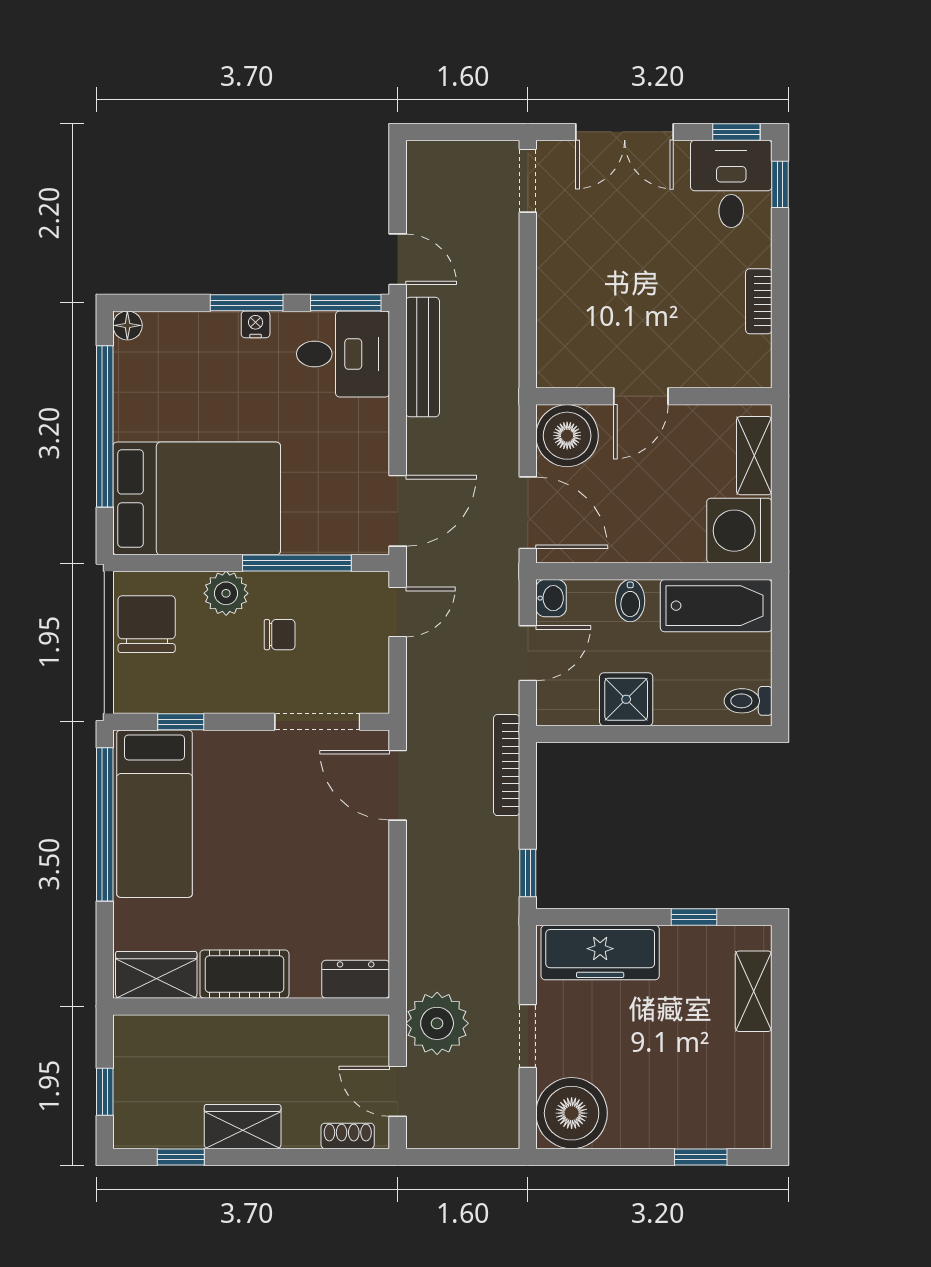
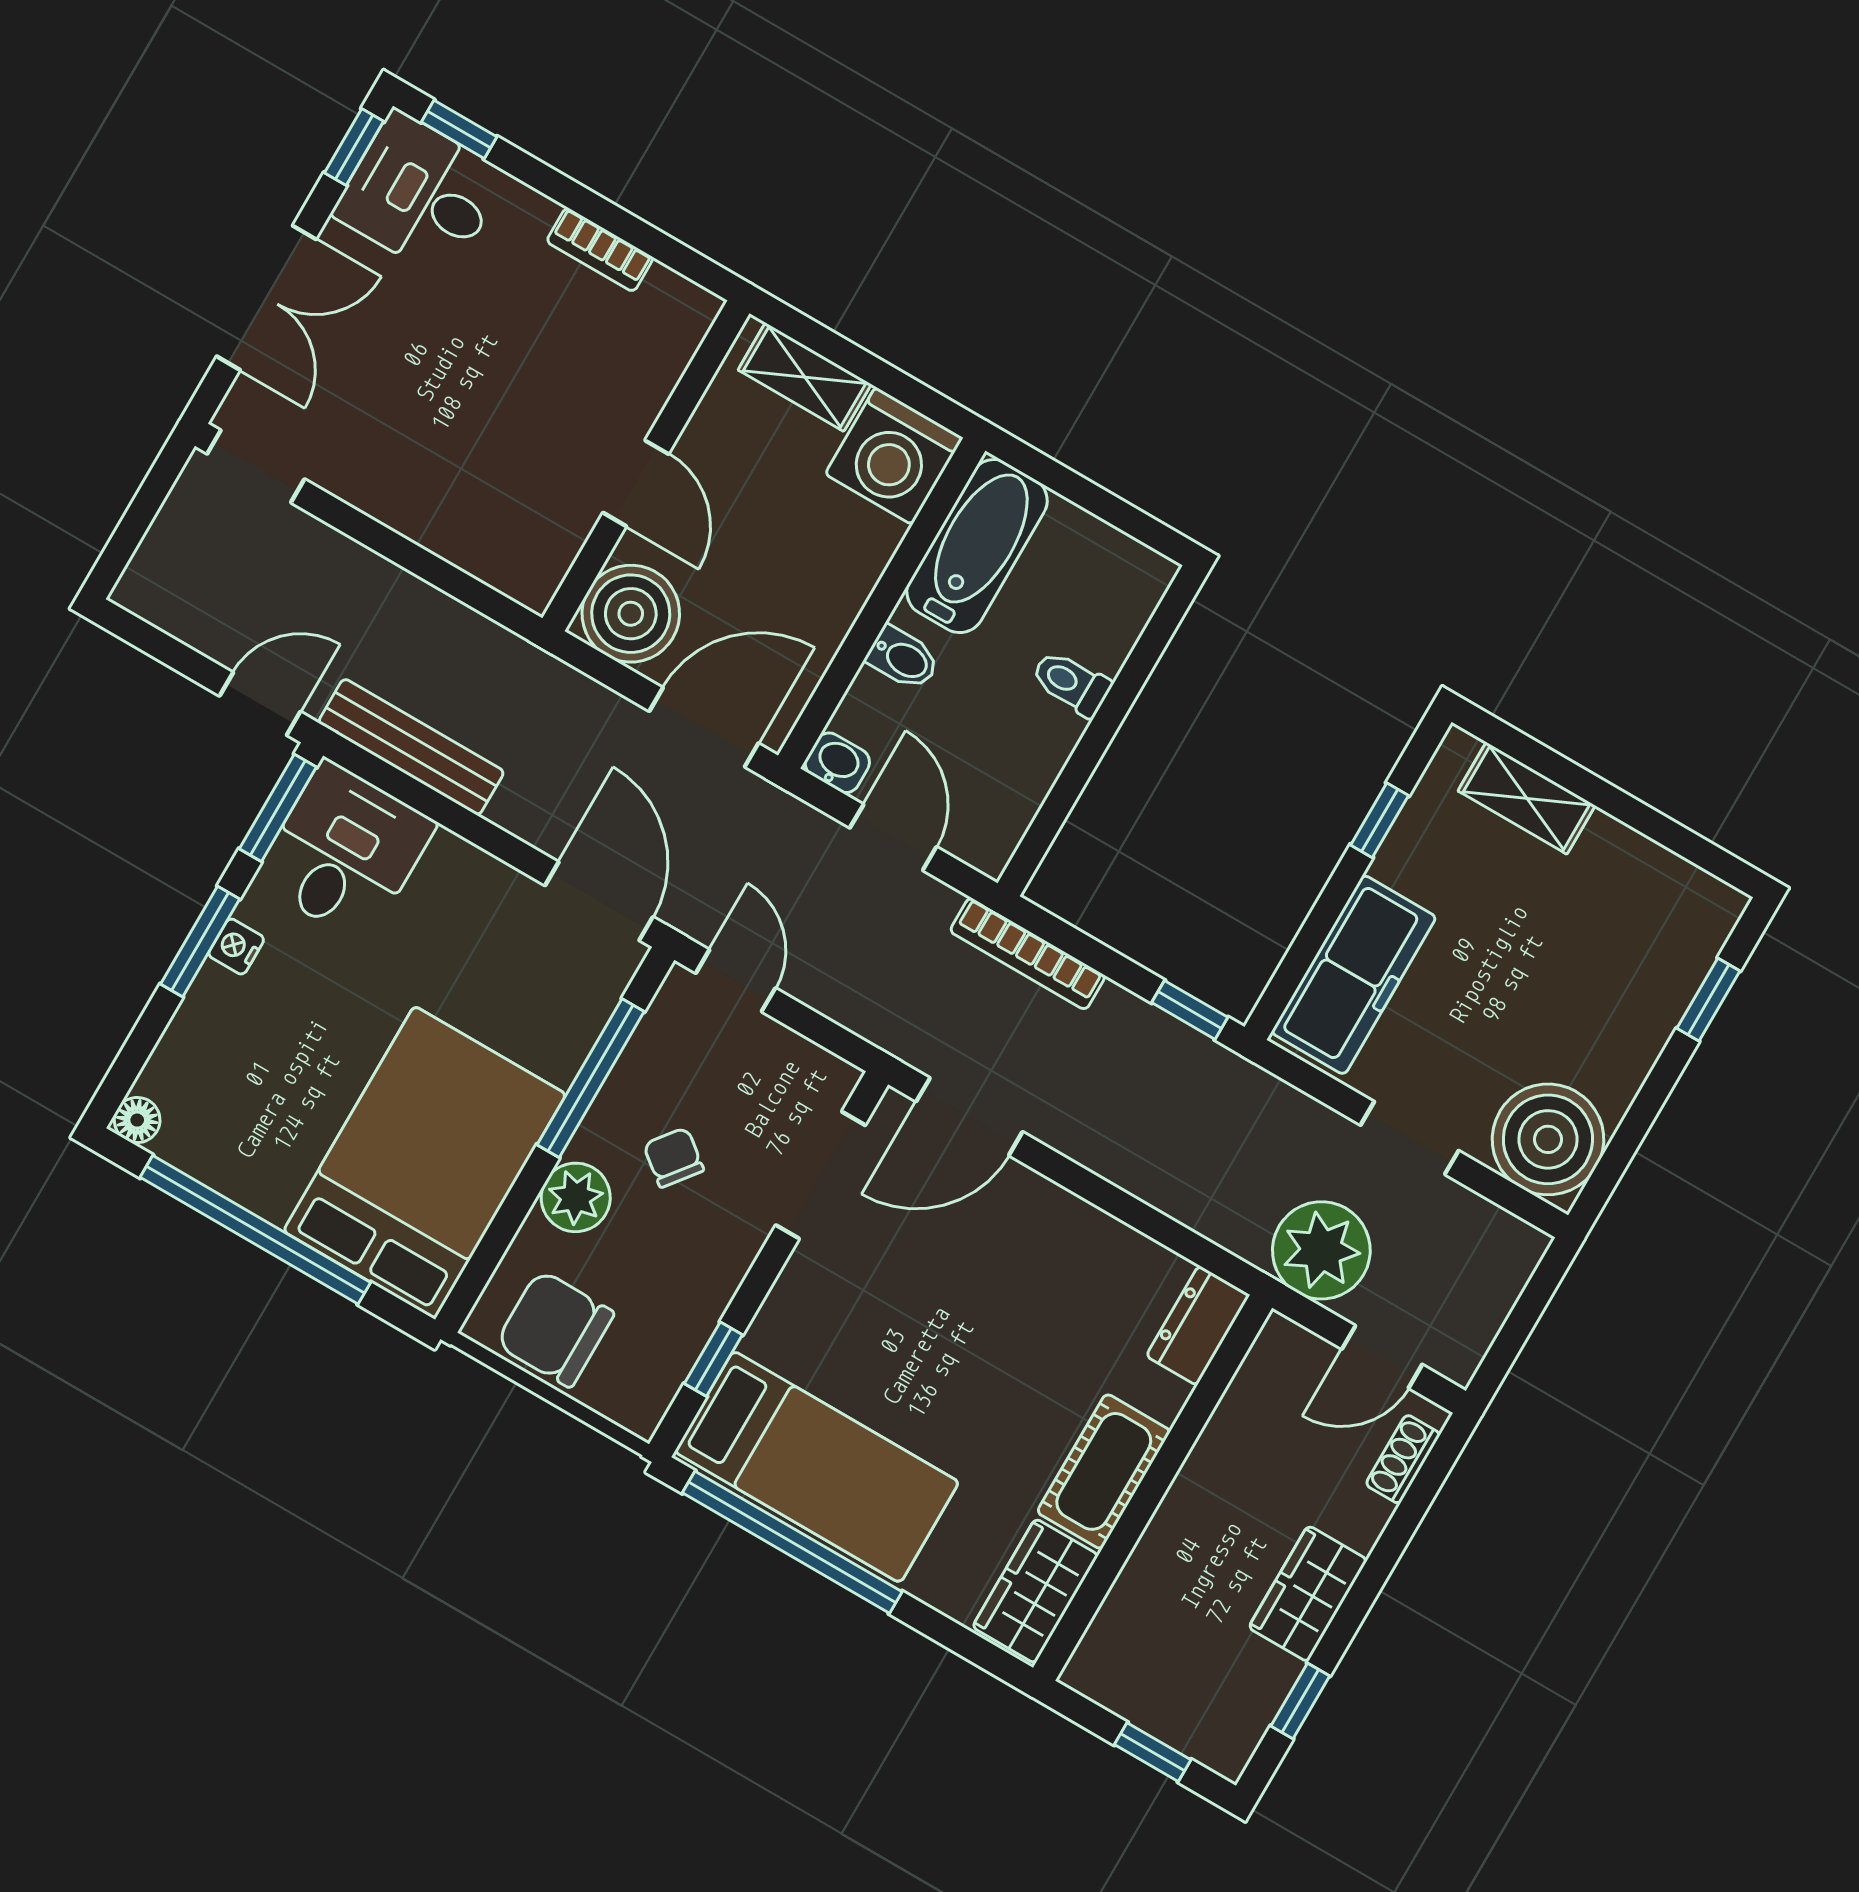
chair: (280, 635) -> (674, 1157), turned -52
shower: (626, 699) -> (1033, 741), removed
toilet: (748, 701) -> (1071, 683), moved, turned 90

